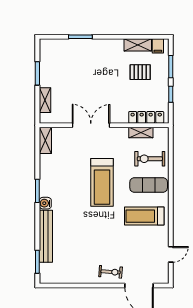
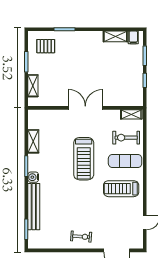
pallet: (140, 72) -> (46, 46), moved
locker: (146, 117) -> (123, 101), removed
double door: (91, 125) -> (85, 108), moved
shelving: (141, 133) -> (131, 114), moved
shelving: (45, 140) -> (33, 141), moved
exercise bike: (111, 272) -> (81, 237), moved

